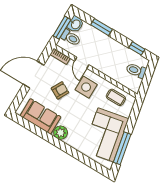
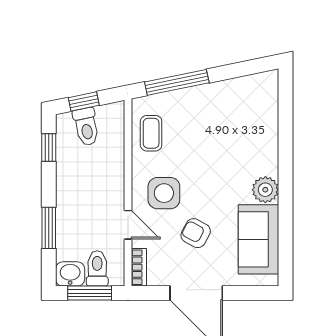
door: (82, 63) -> (128, 225), hinge flipped
window: (148, 76) -> (84, 101), added
corner sofa: (106, 135) -> (223, 112), removed
window: (122, 148) -> (177, 82), moved

